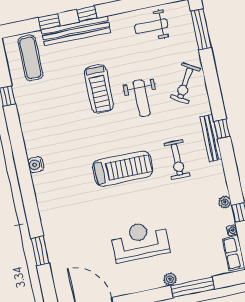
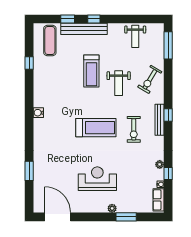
weight bench: (151, 26) -> (135, 36), turned -90
window: (193, 287) -> (126, 217), width x0.69

